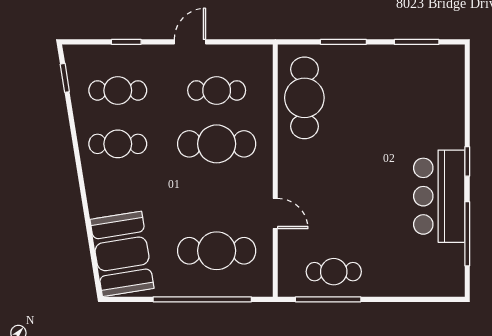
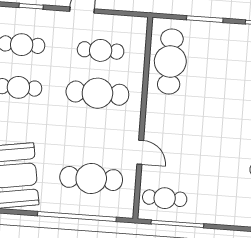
cafe table: (334, 272) -> (165, 198), moved

